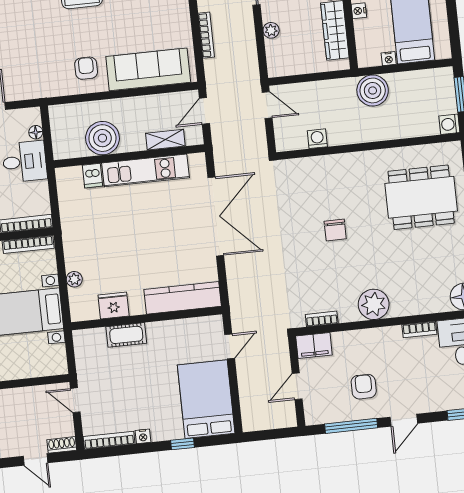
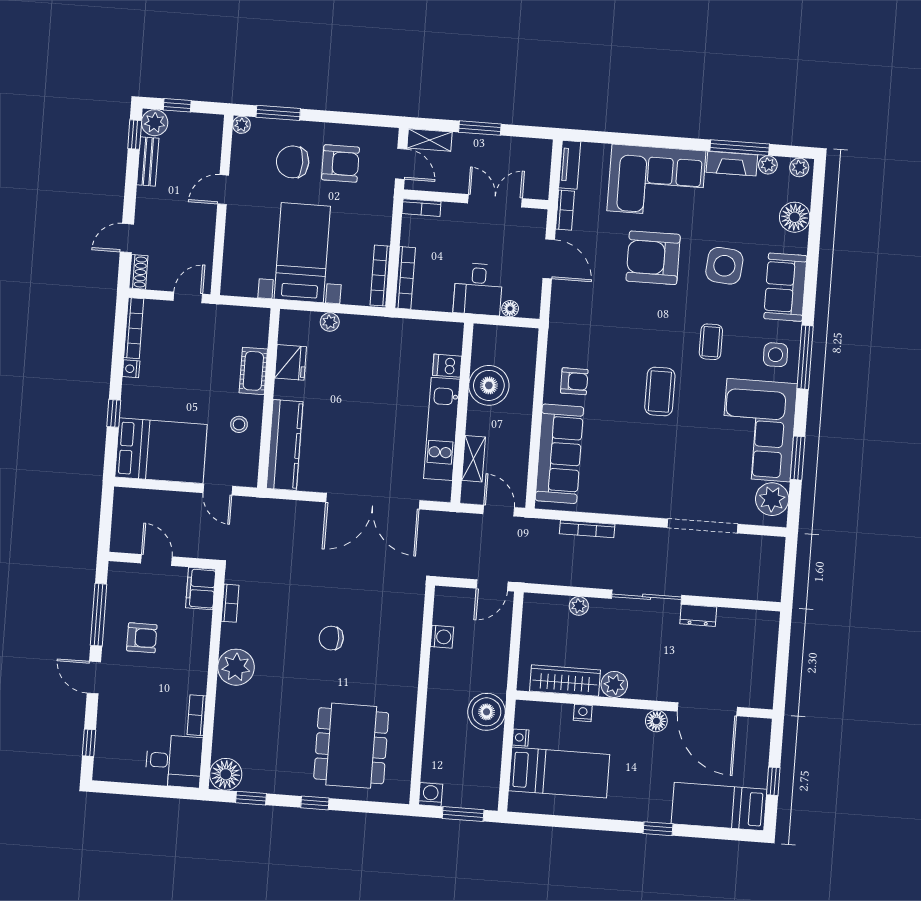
stool: (173, 339) -> (239, 424), added

